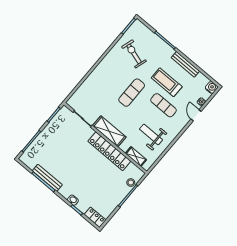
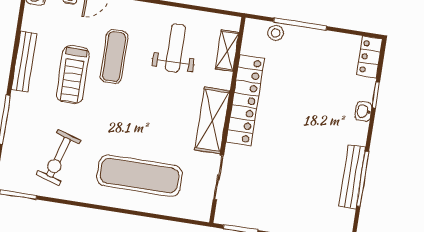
exercise mat: (132, 93) -> (139, 176), moved, width x1.36, depth x1.45
weight bench: (151, 134) -> (175, 48), turned 180

